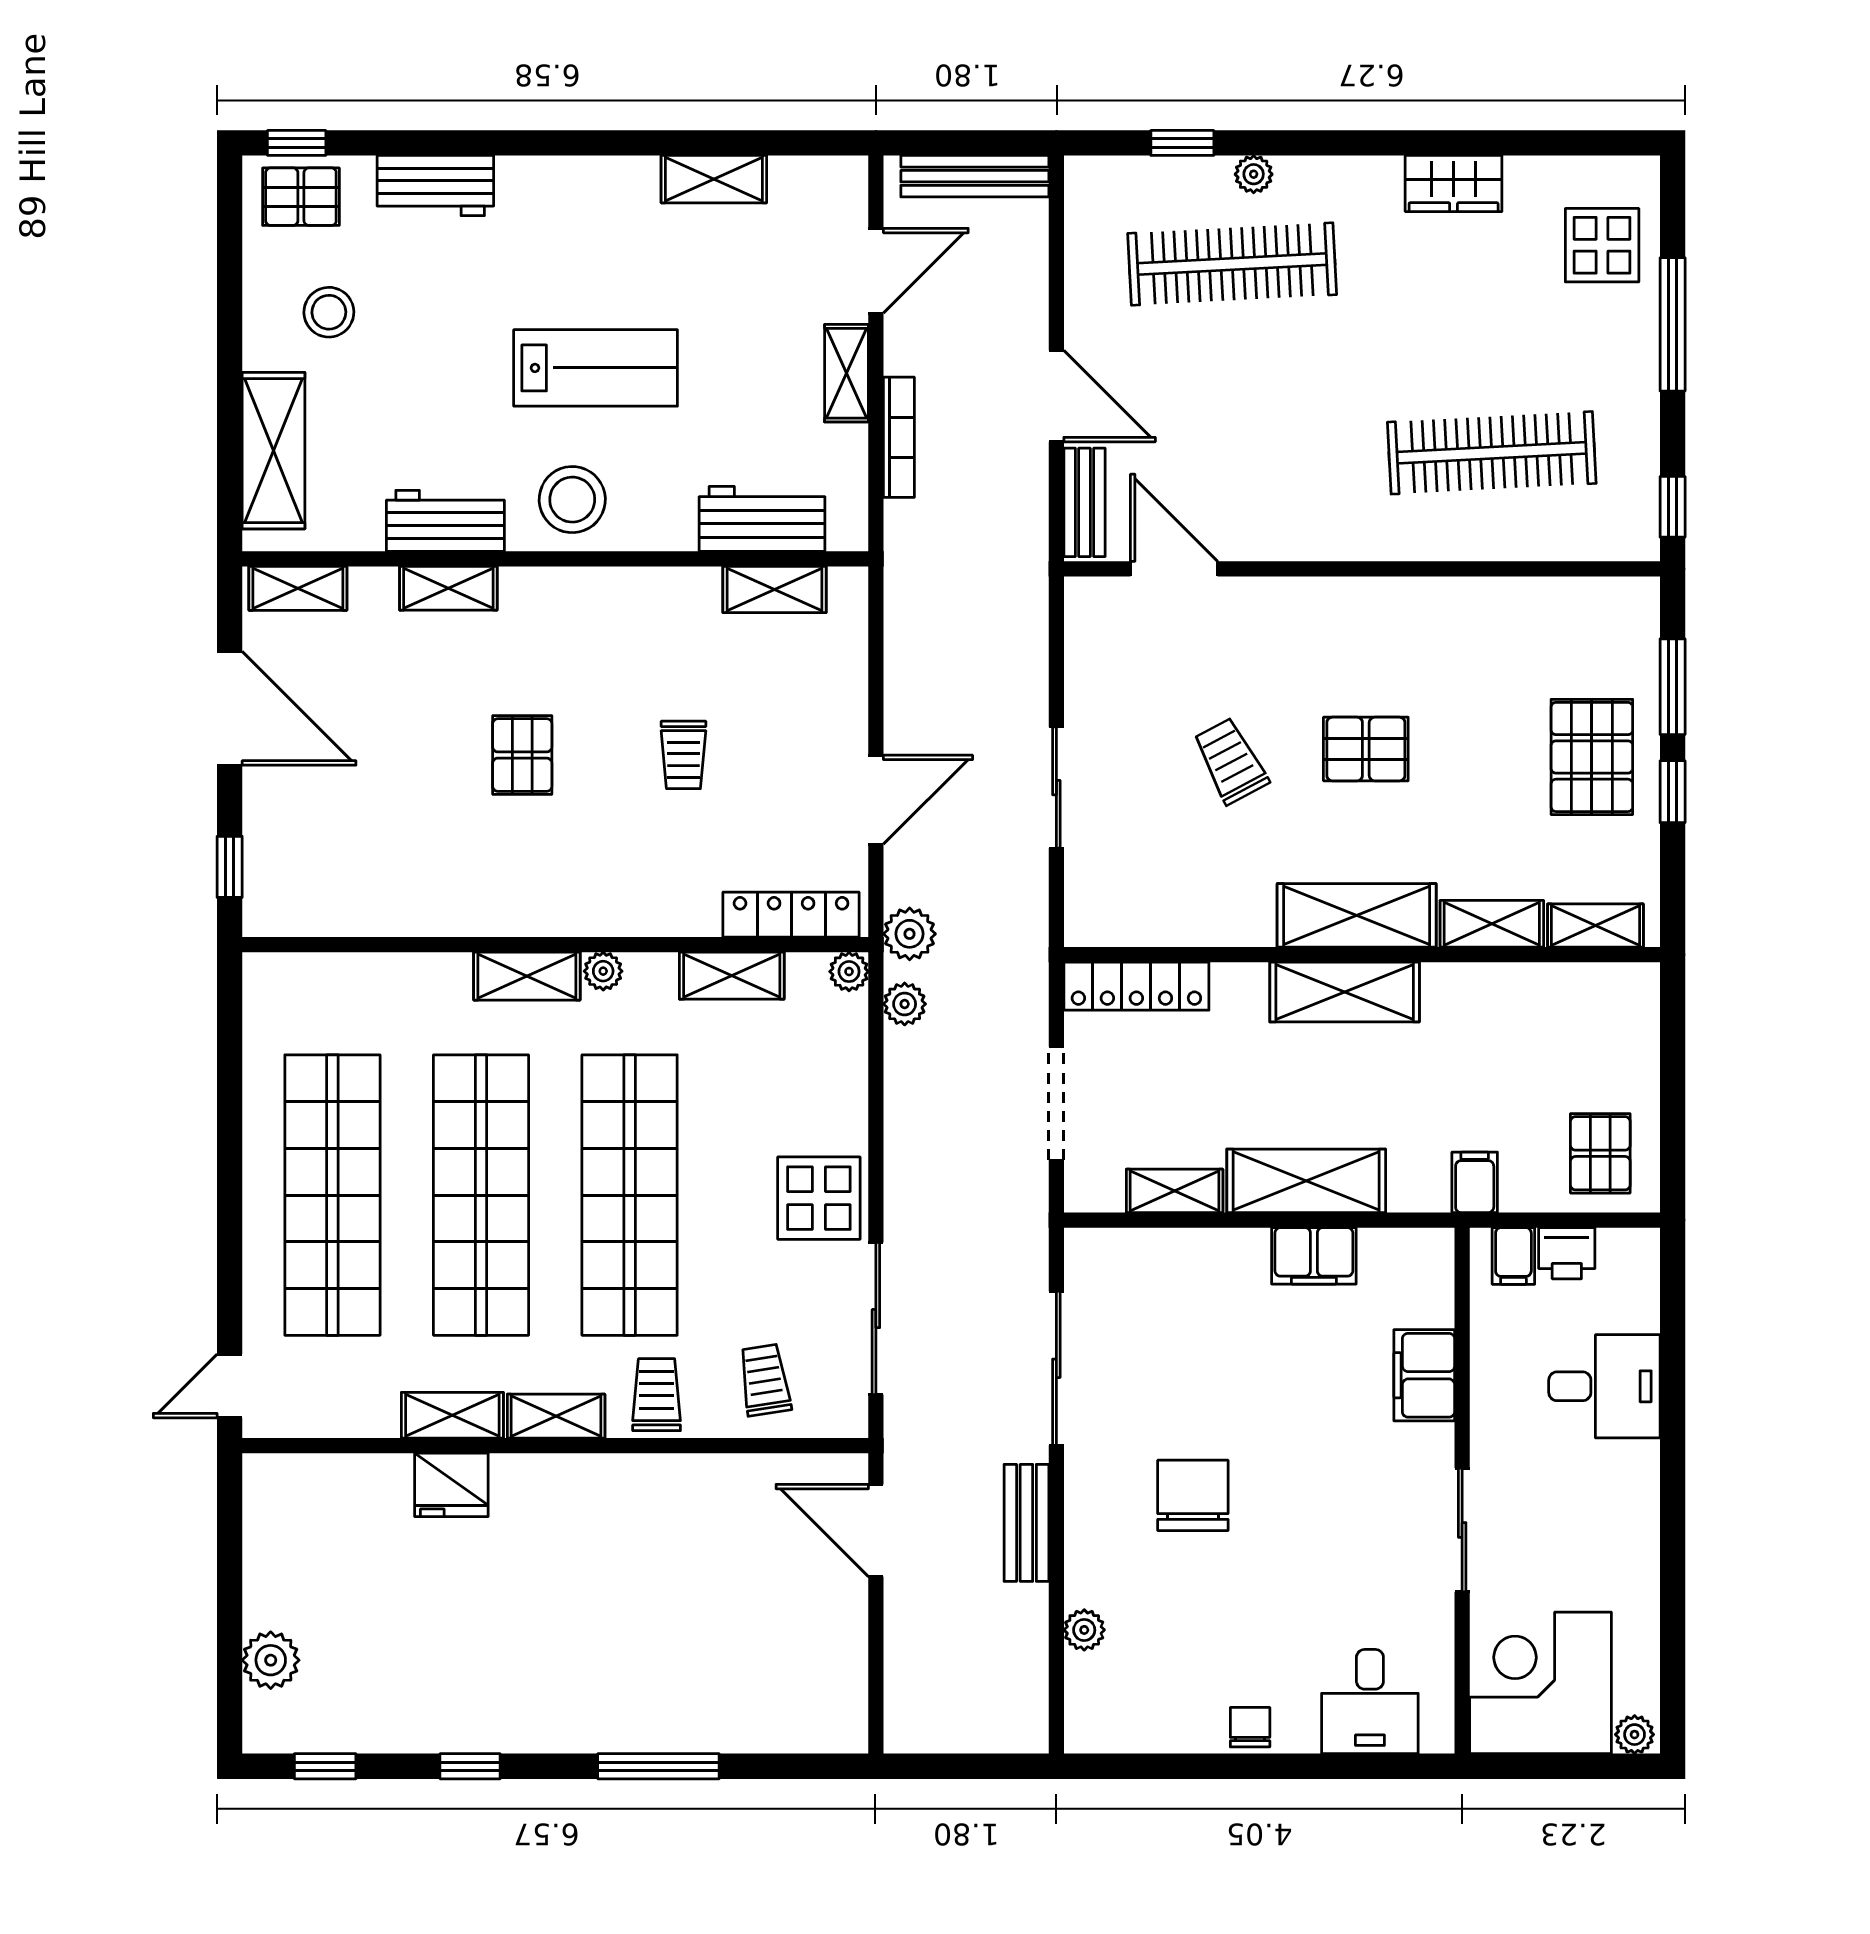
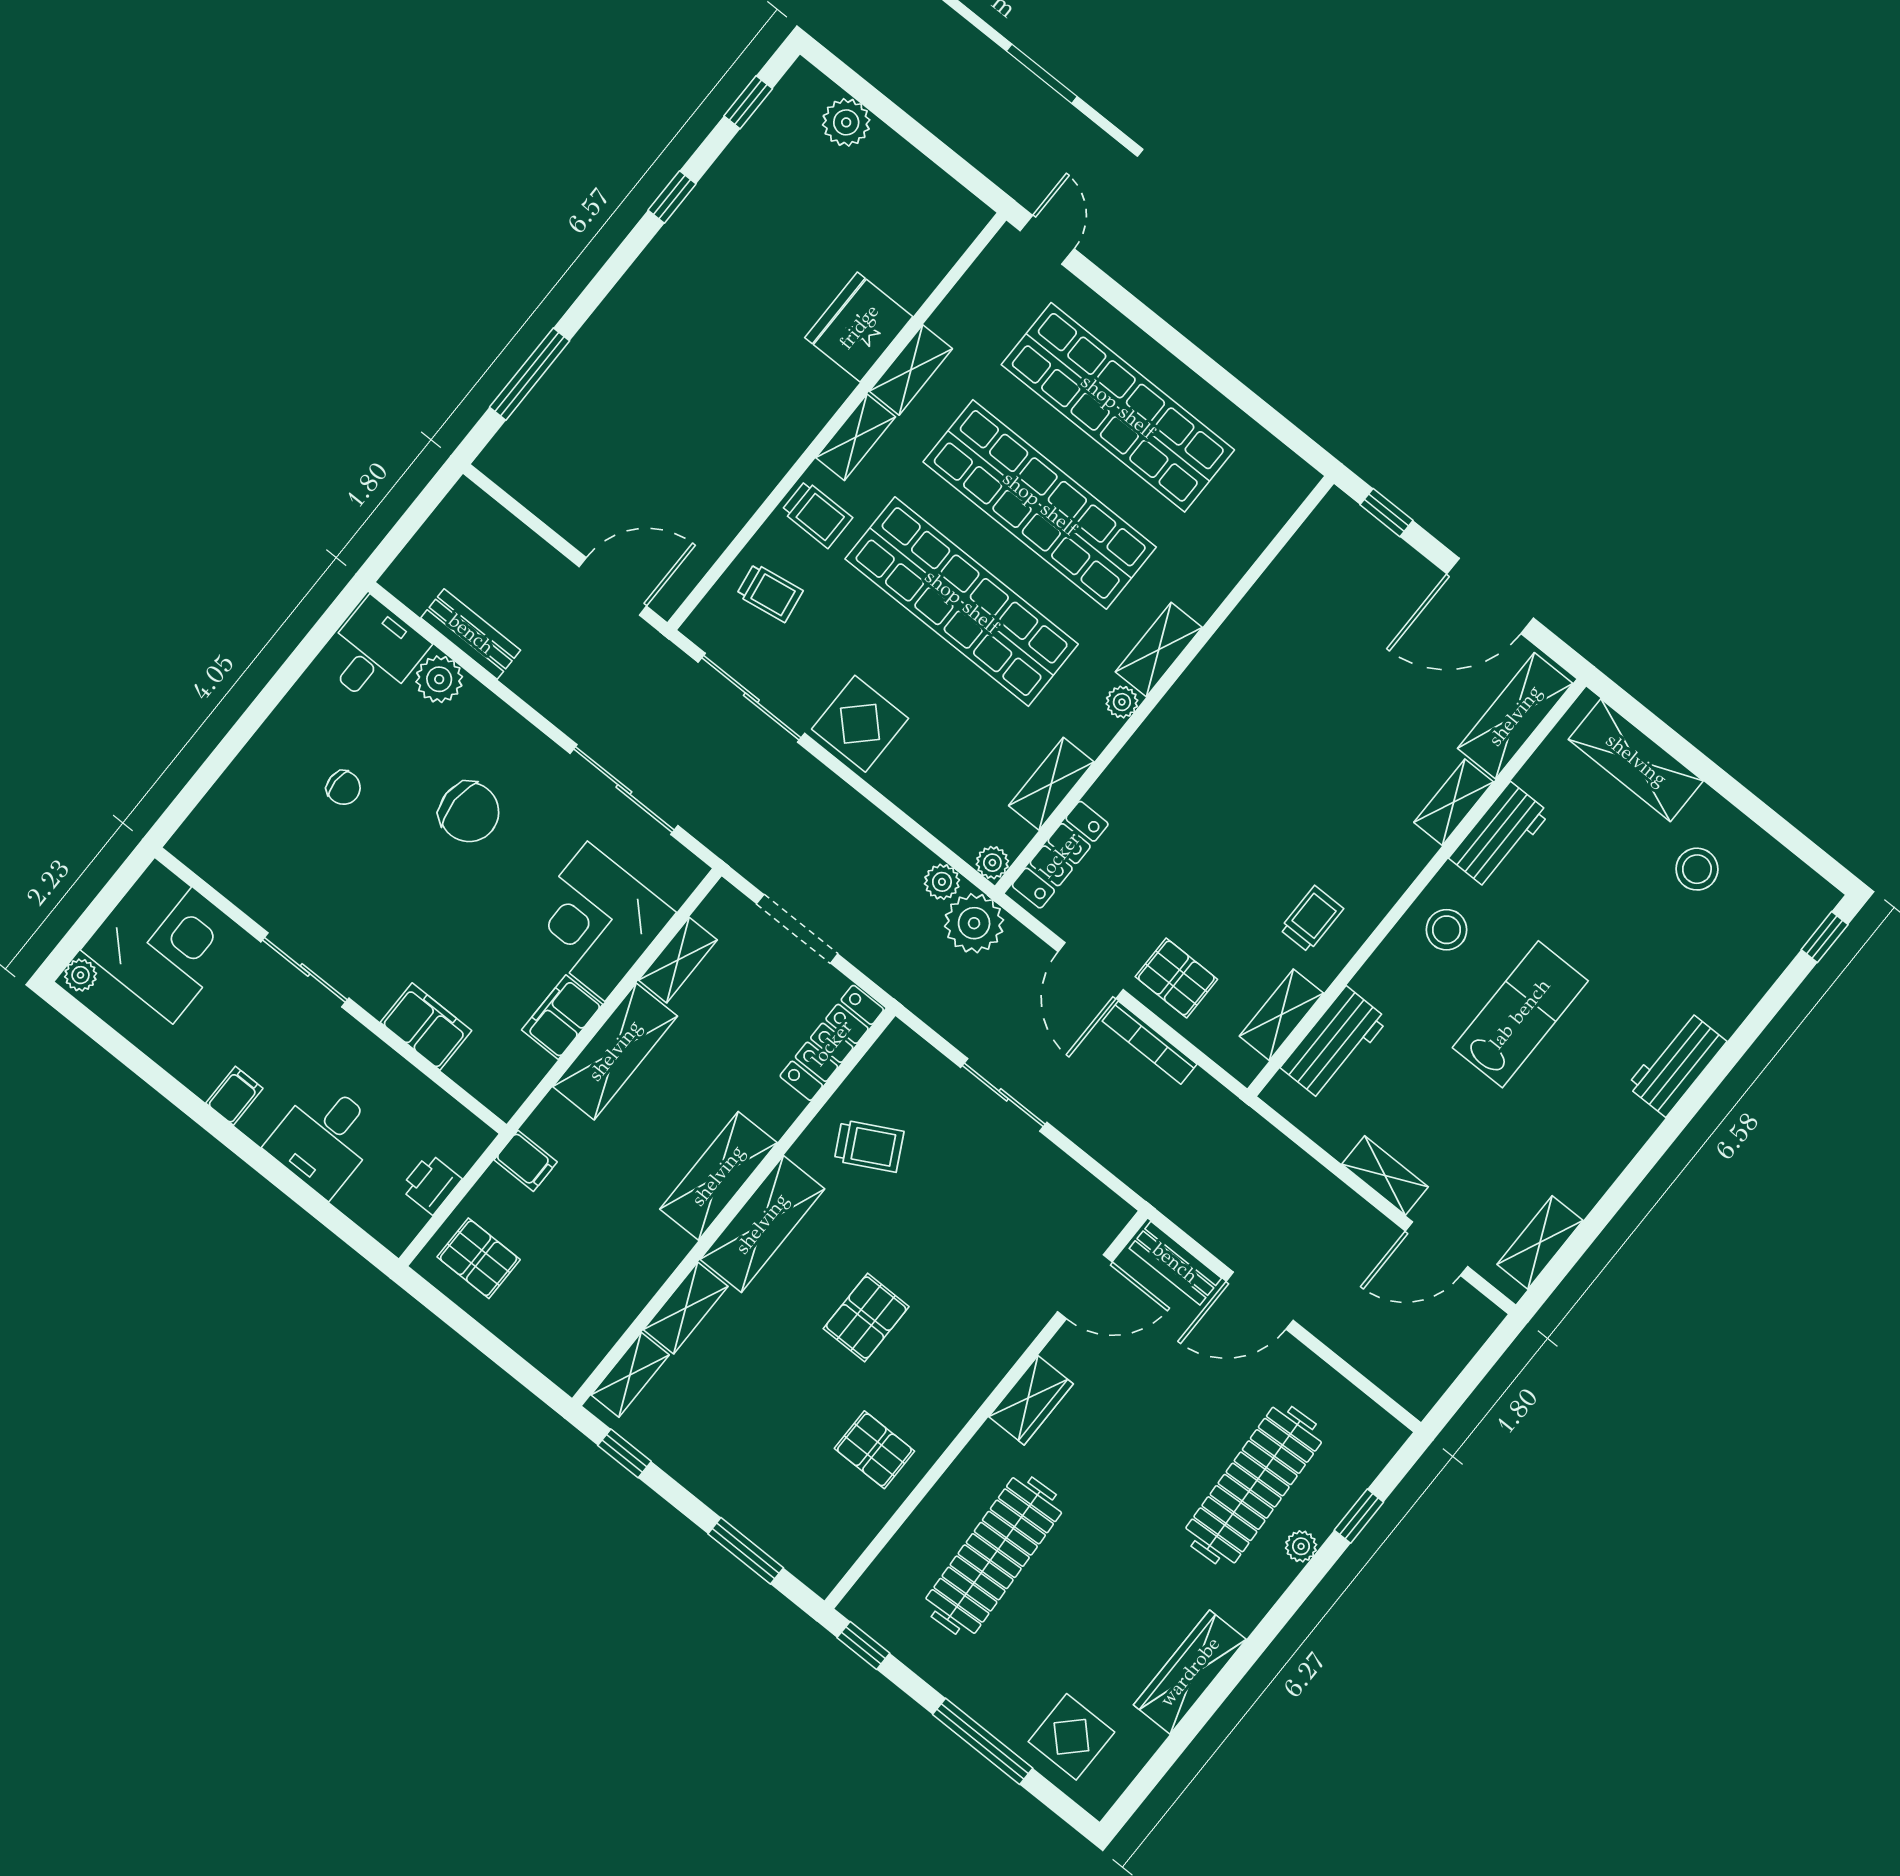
bench: (975, 176) -> (1446, 1363), removed
shelving: (714, 179) -> (1540, 1242), moved
wardrobe: (1454, 184) -> (1190, 1672), width x1.50
workbench: (435, 186) -> (1677, 1064), moved
pallet: (301, 197) -> (1787, 912), removed
door: (876, 271) -> (1437, 1249), hinge flipped
lab bench: (596, 368) -> (1520, 1014), turned 180
bookcase: (899, 437) -> (1150, 1043), moved
stool: (572, 500) -> (1447, 930), width x0.73, depth x0.73
wardrobe: (1320, 534) -> (1031, 1400), added
shelving: (298, 588) -> (1515, 716), width x1.50, depth x1.33
pallet: (522, 755) -> (1176, 978), moved
trolley: (683, 755) -> (1312, 919), moved, turned 90
pallet: (1592, 757) -> (874, 1450), moved, width x0.67, depth x0.71
trolley: (1231, 761) -> (869, 1146), moved
window: (1673, 792) -> (624, 1453), moved
plant: (910, 934) -> (974, 923), width x1.36, depth x1.36
filing cabinet: (1513, 1256) -> (234, 1096), moved, turned 90
corner desk: (1199, 1296) -> (596, 921), added
fridge: (451, 1485) -> (859, 327), width x1.36, depth x1.34
bench: (1026, 1523) -> (471, 634), moved
plant: (1084, 1630) -> (439, 679), width x1.38, depth x1.38
desk: (1370, 1702) -> (374, 653), moved, turned 90
chair: (1250, 1727) -> (343, 788), moved
window: (658, 1766) -> (530, 374), moved

